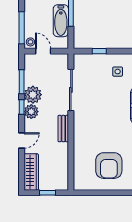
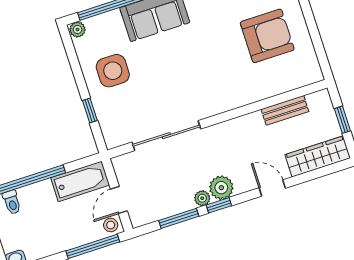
bathtub: (61, 21) -> (80, 181), moved
side table: (118, 72) -> (113, 71), width x1.87, depth x1.87
plant: (33, 95) -> (202, 198), width x0.53, depth x0.53
bench: (63, 129) -> (285, 110), moved

